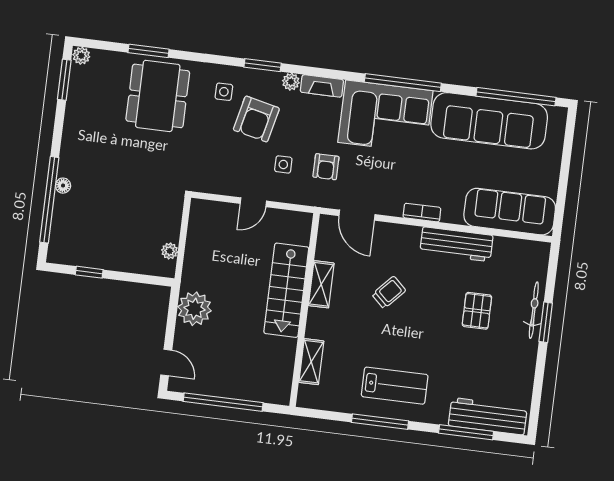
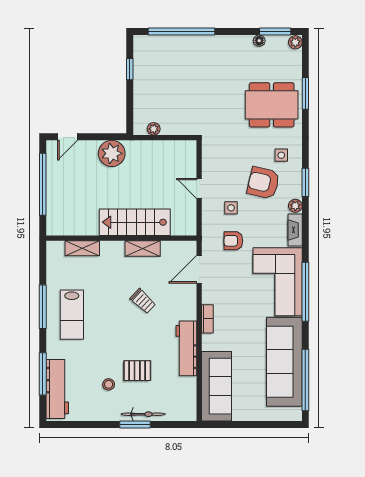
floor lamp: (63, 186) -> (259, 41), moved
stool: (490, 350) -> (109, 384), added

